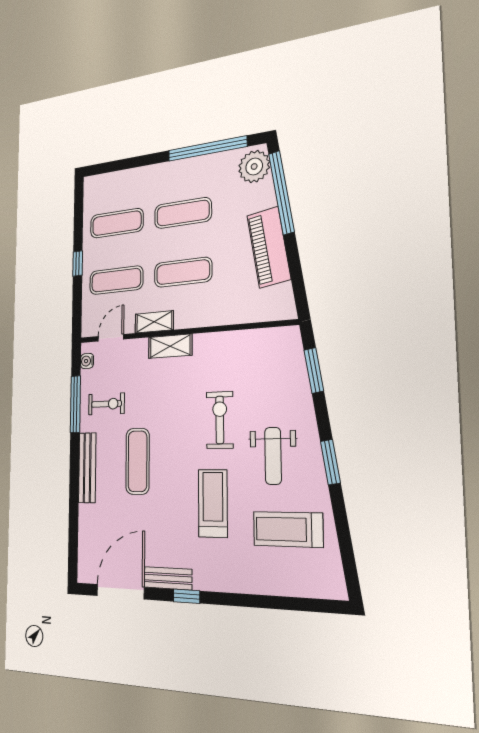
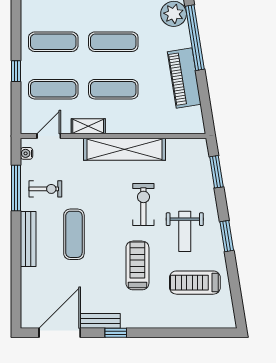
shelving: (170, 346) -> (125, 149), width x2.20, depth x1.33

